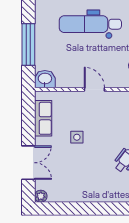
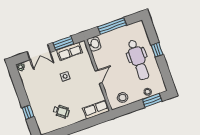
dental chair: (90, 24) -> (138, 60), turned 180
window: (28, 123) -> (63, 43), added
window: (109, 209) -> (28, 112), added

